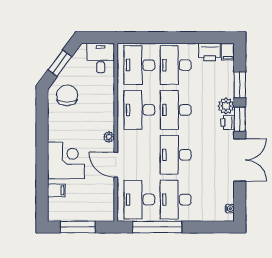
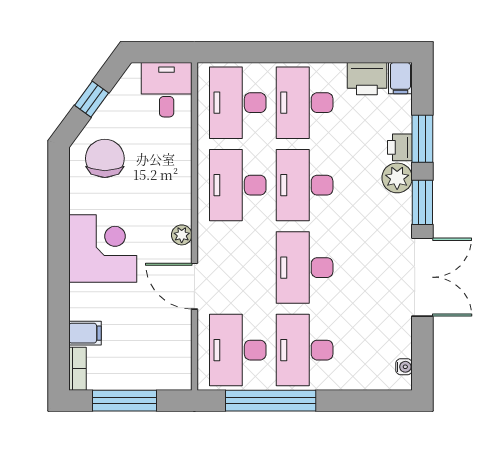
window: (60, 63) -> (92, 99), width x0.67
printer: (228, 123) -> (400, 147), moved
corner desk: (66, 160) -> (103, 249), moved
bookcase: (52, 210) -> (78, 369), added

